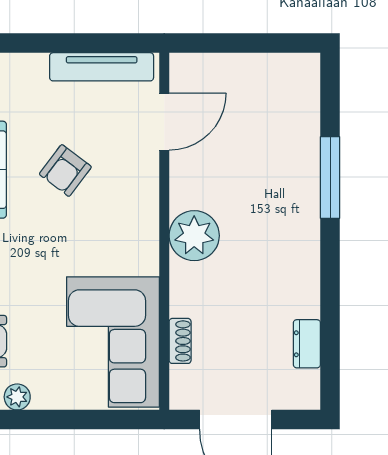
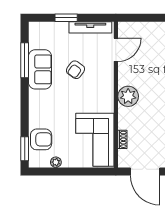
window: (43, 43) -> (66, 18), added

